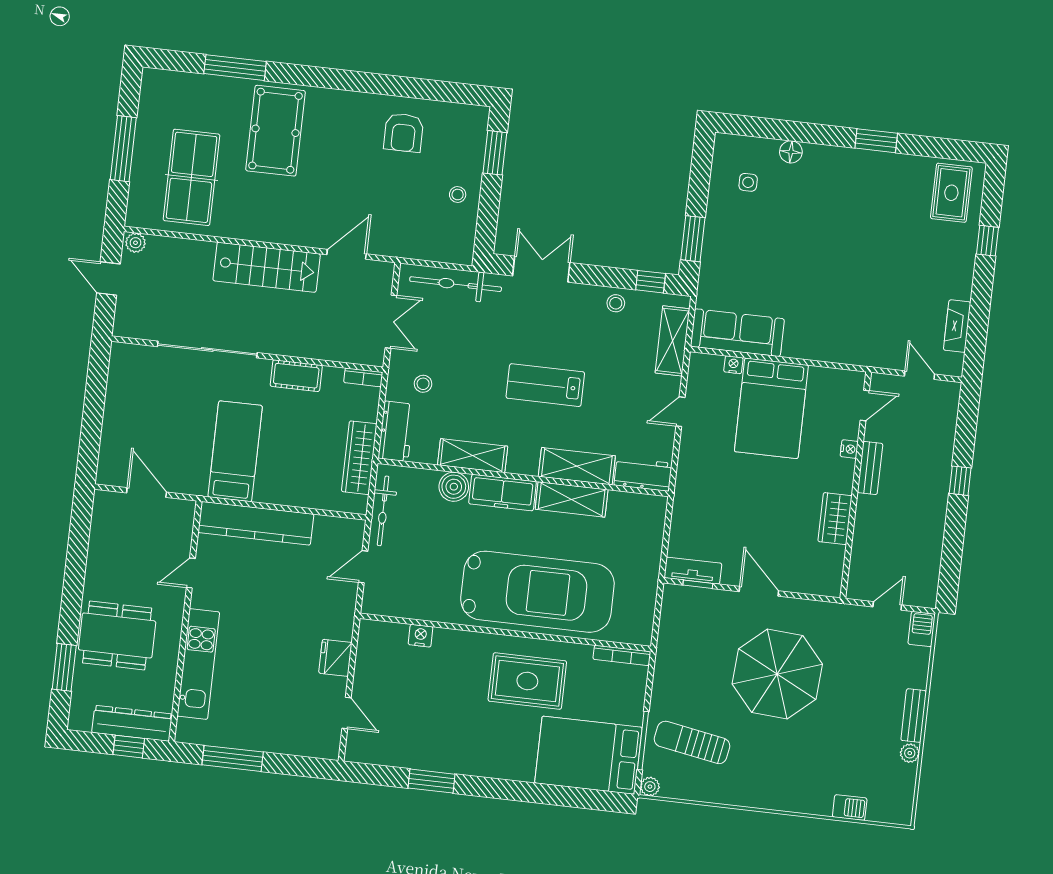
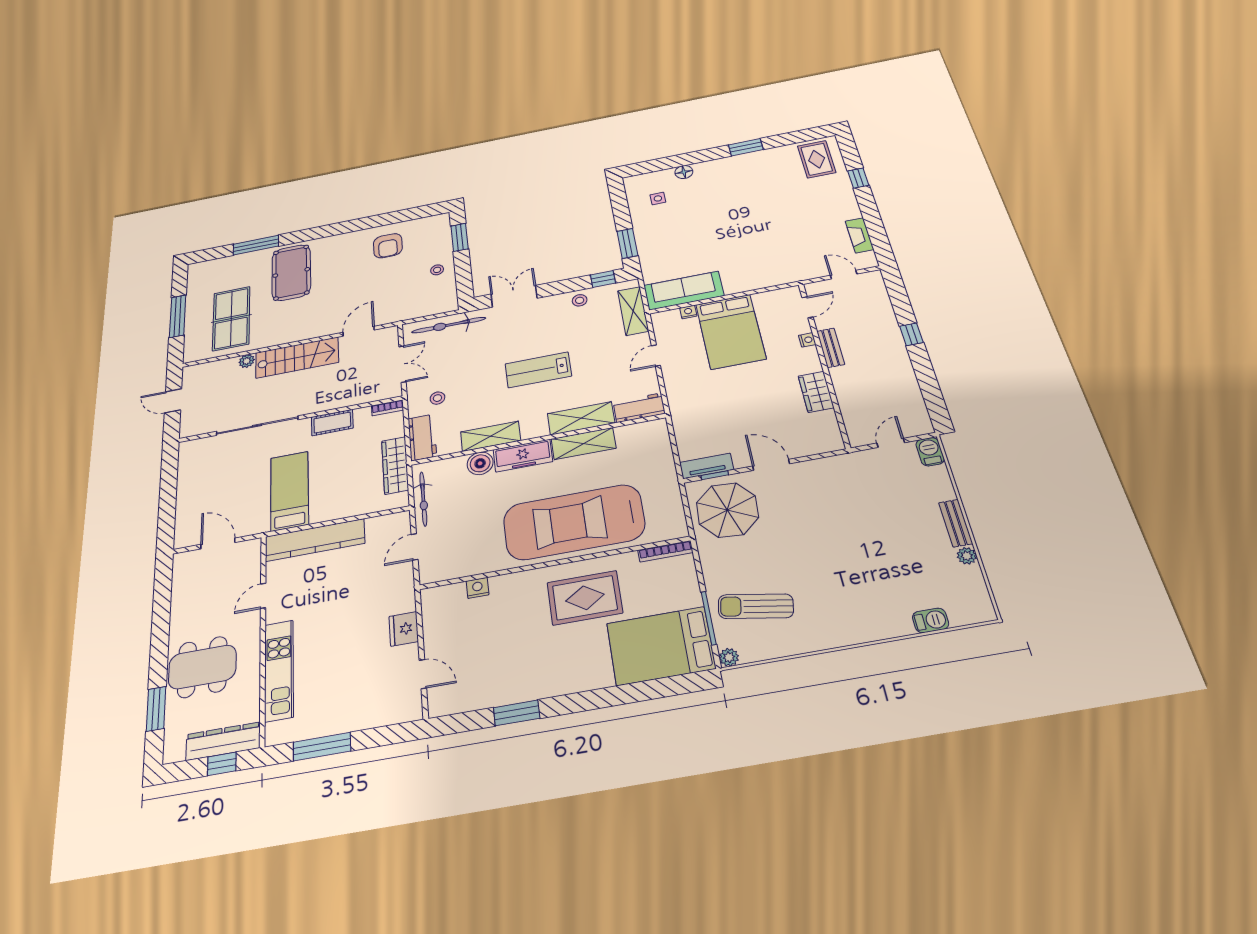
plant: (135, 243) -> (247, 361), moved
car: (537, 592) -> (574, 522), turned 180
parasol: (777, 674) -> (727, 510), moved, width x0.73, depth x0.73

